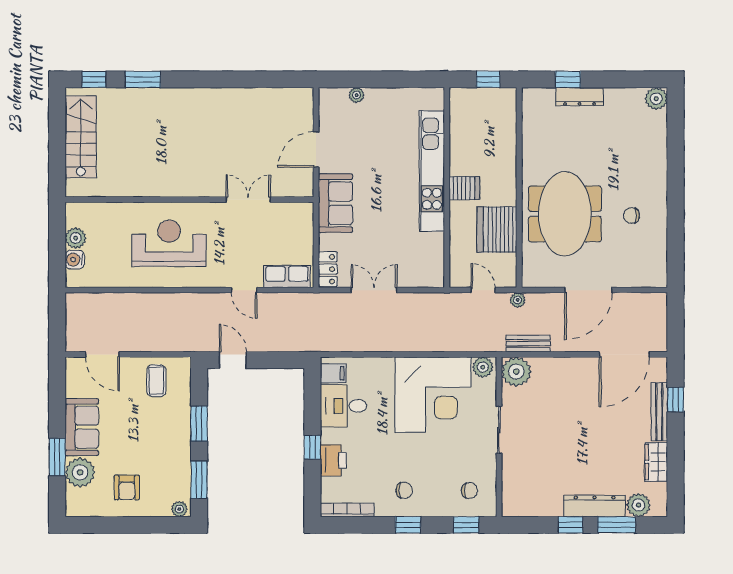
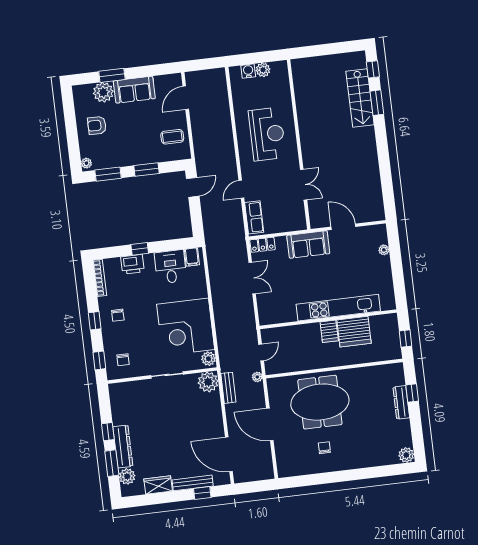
stairs: (81, 137) -> (360, 98), moved, turned 90
server rack: (497, 230) -> (354, 332), moved, turned 180

